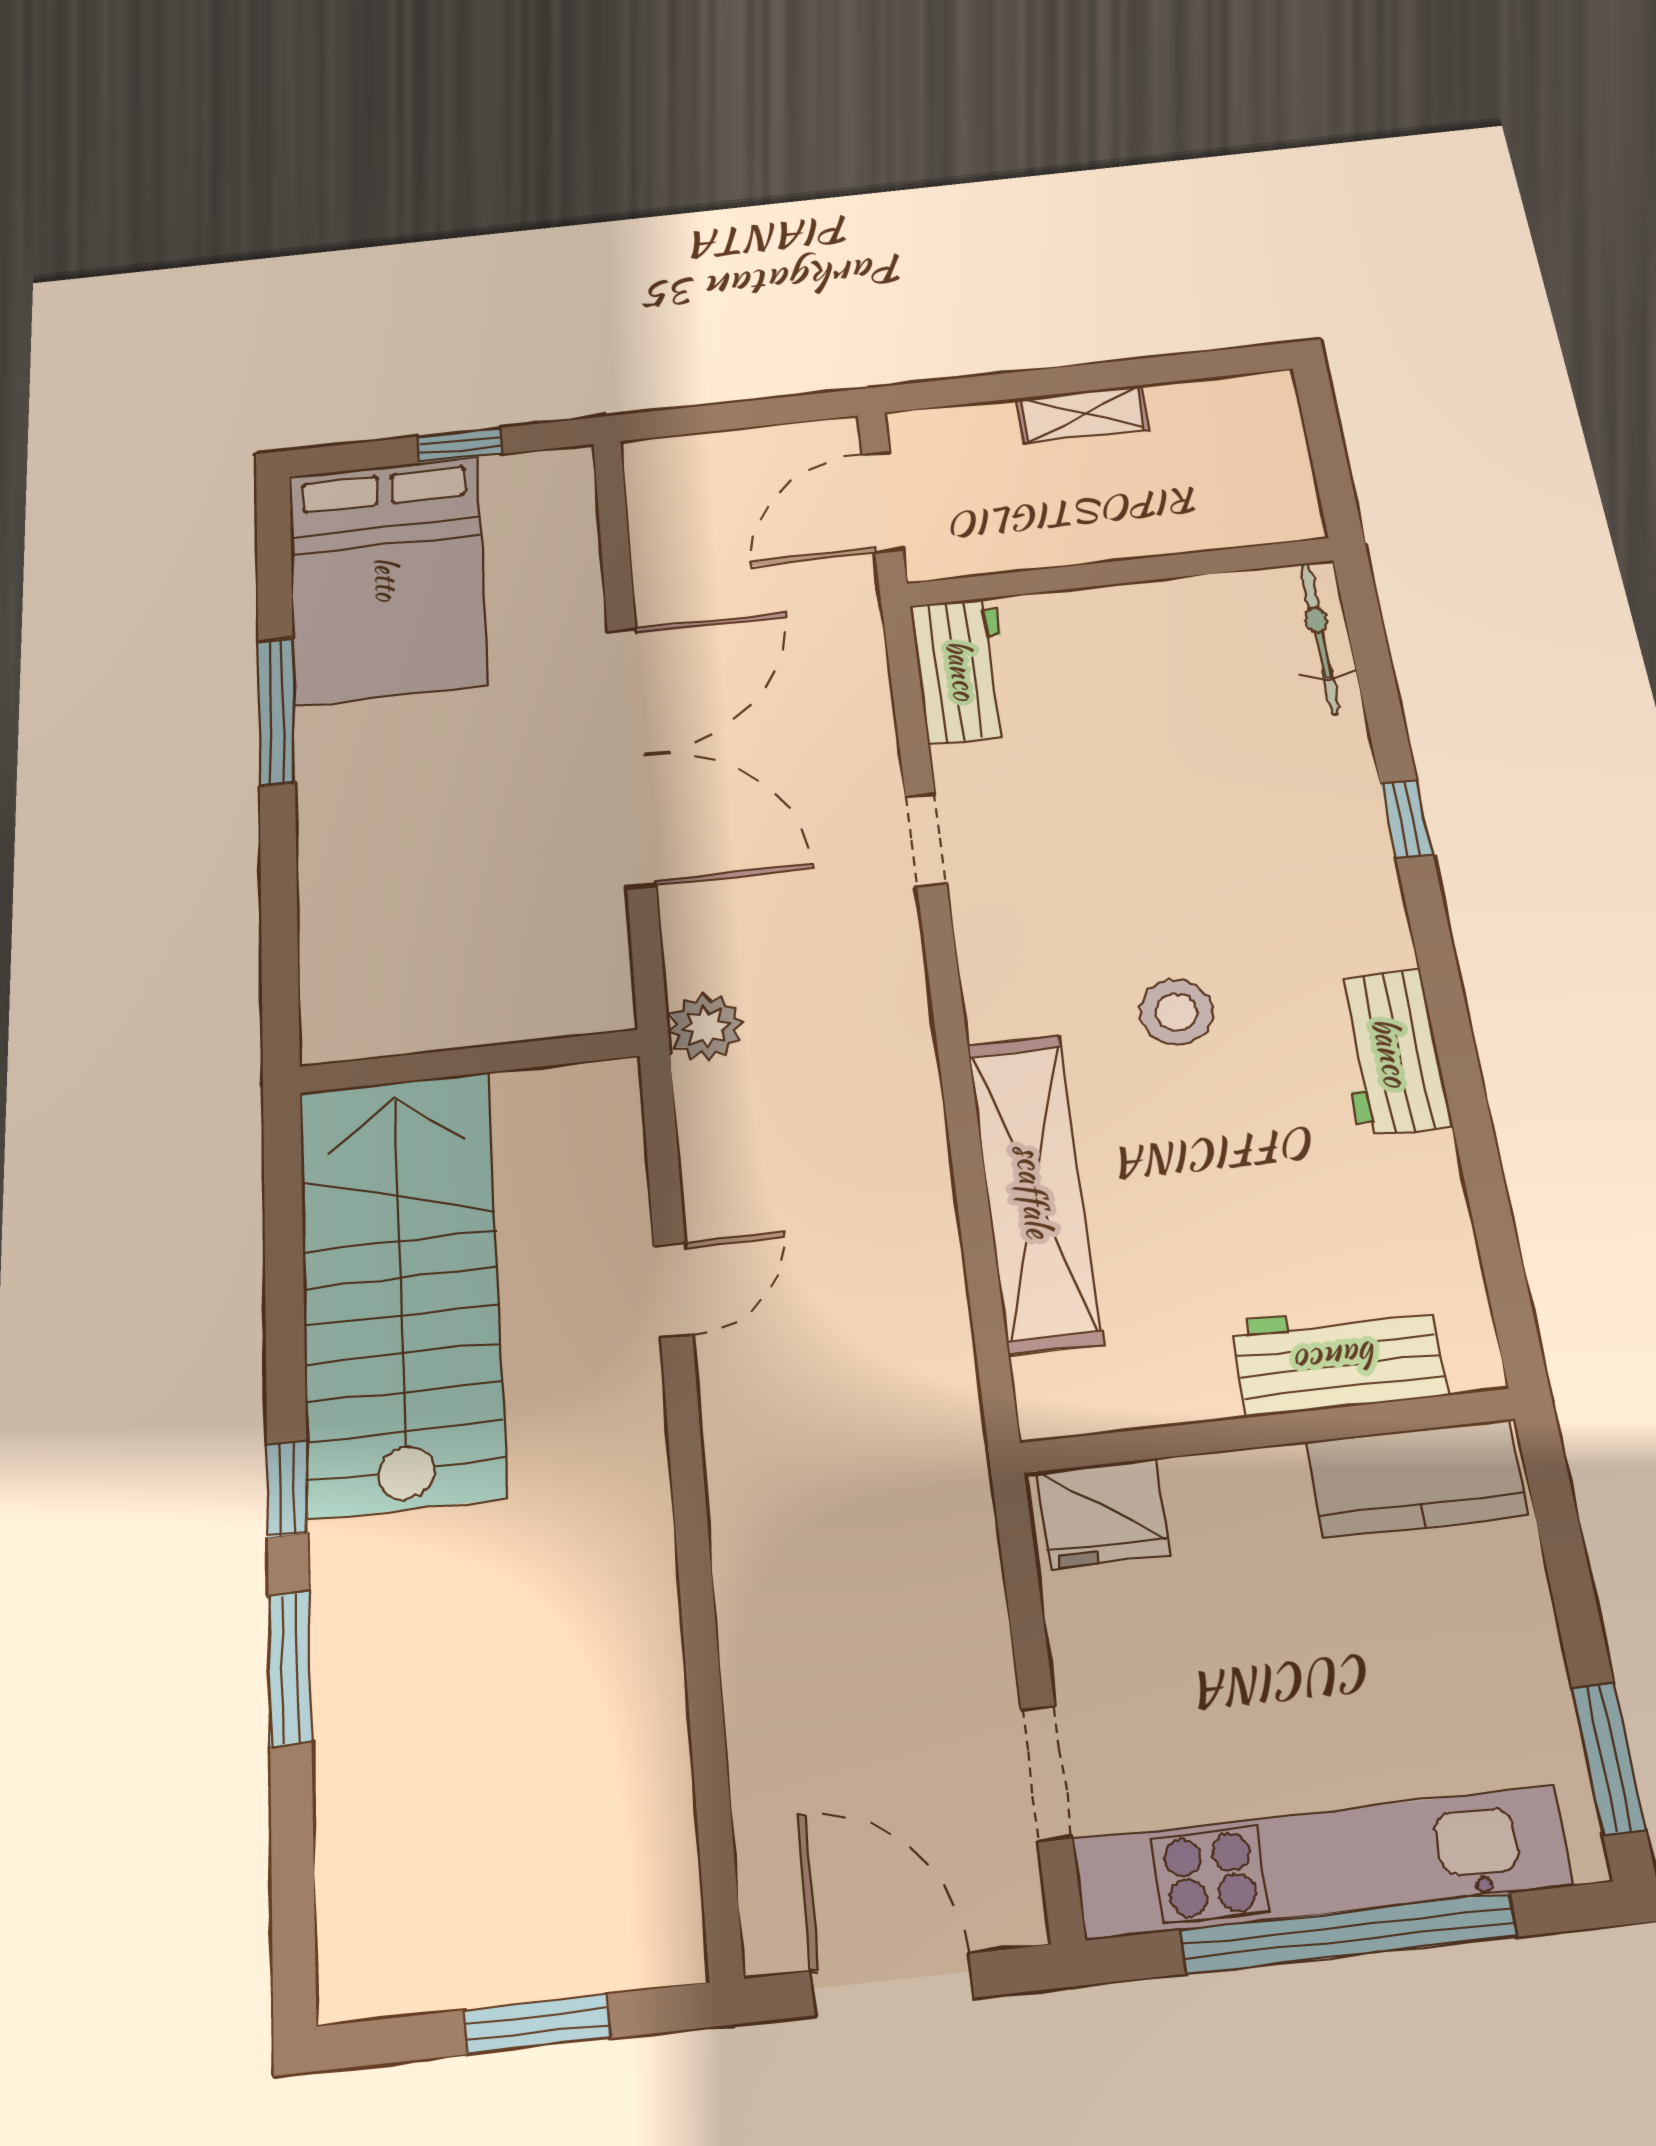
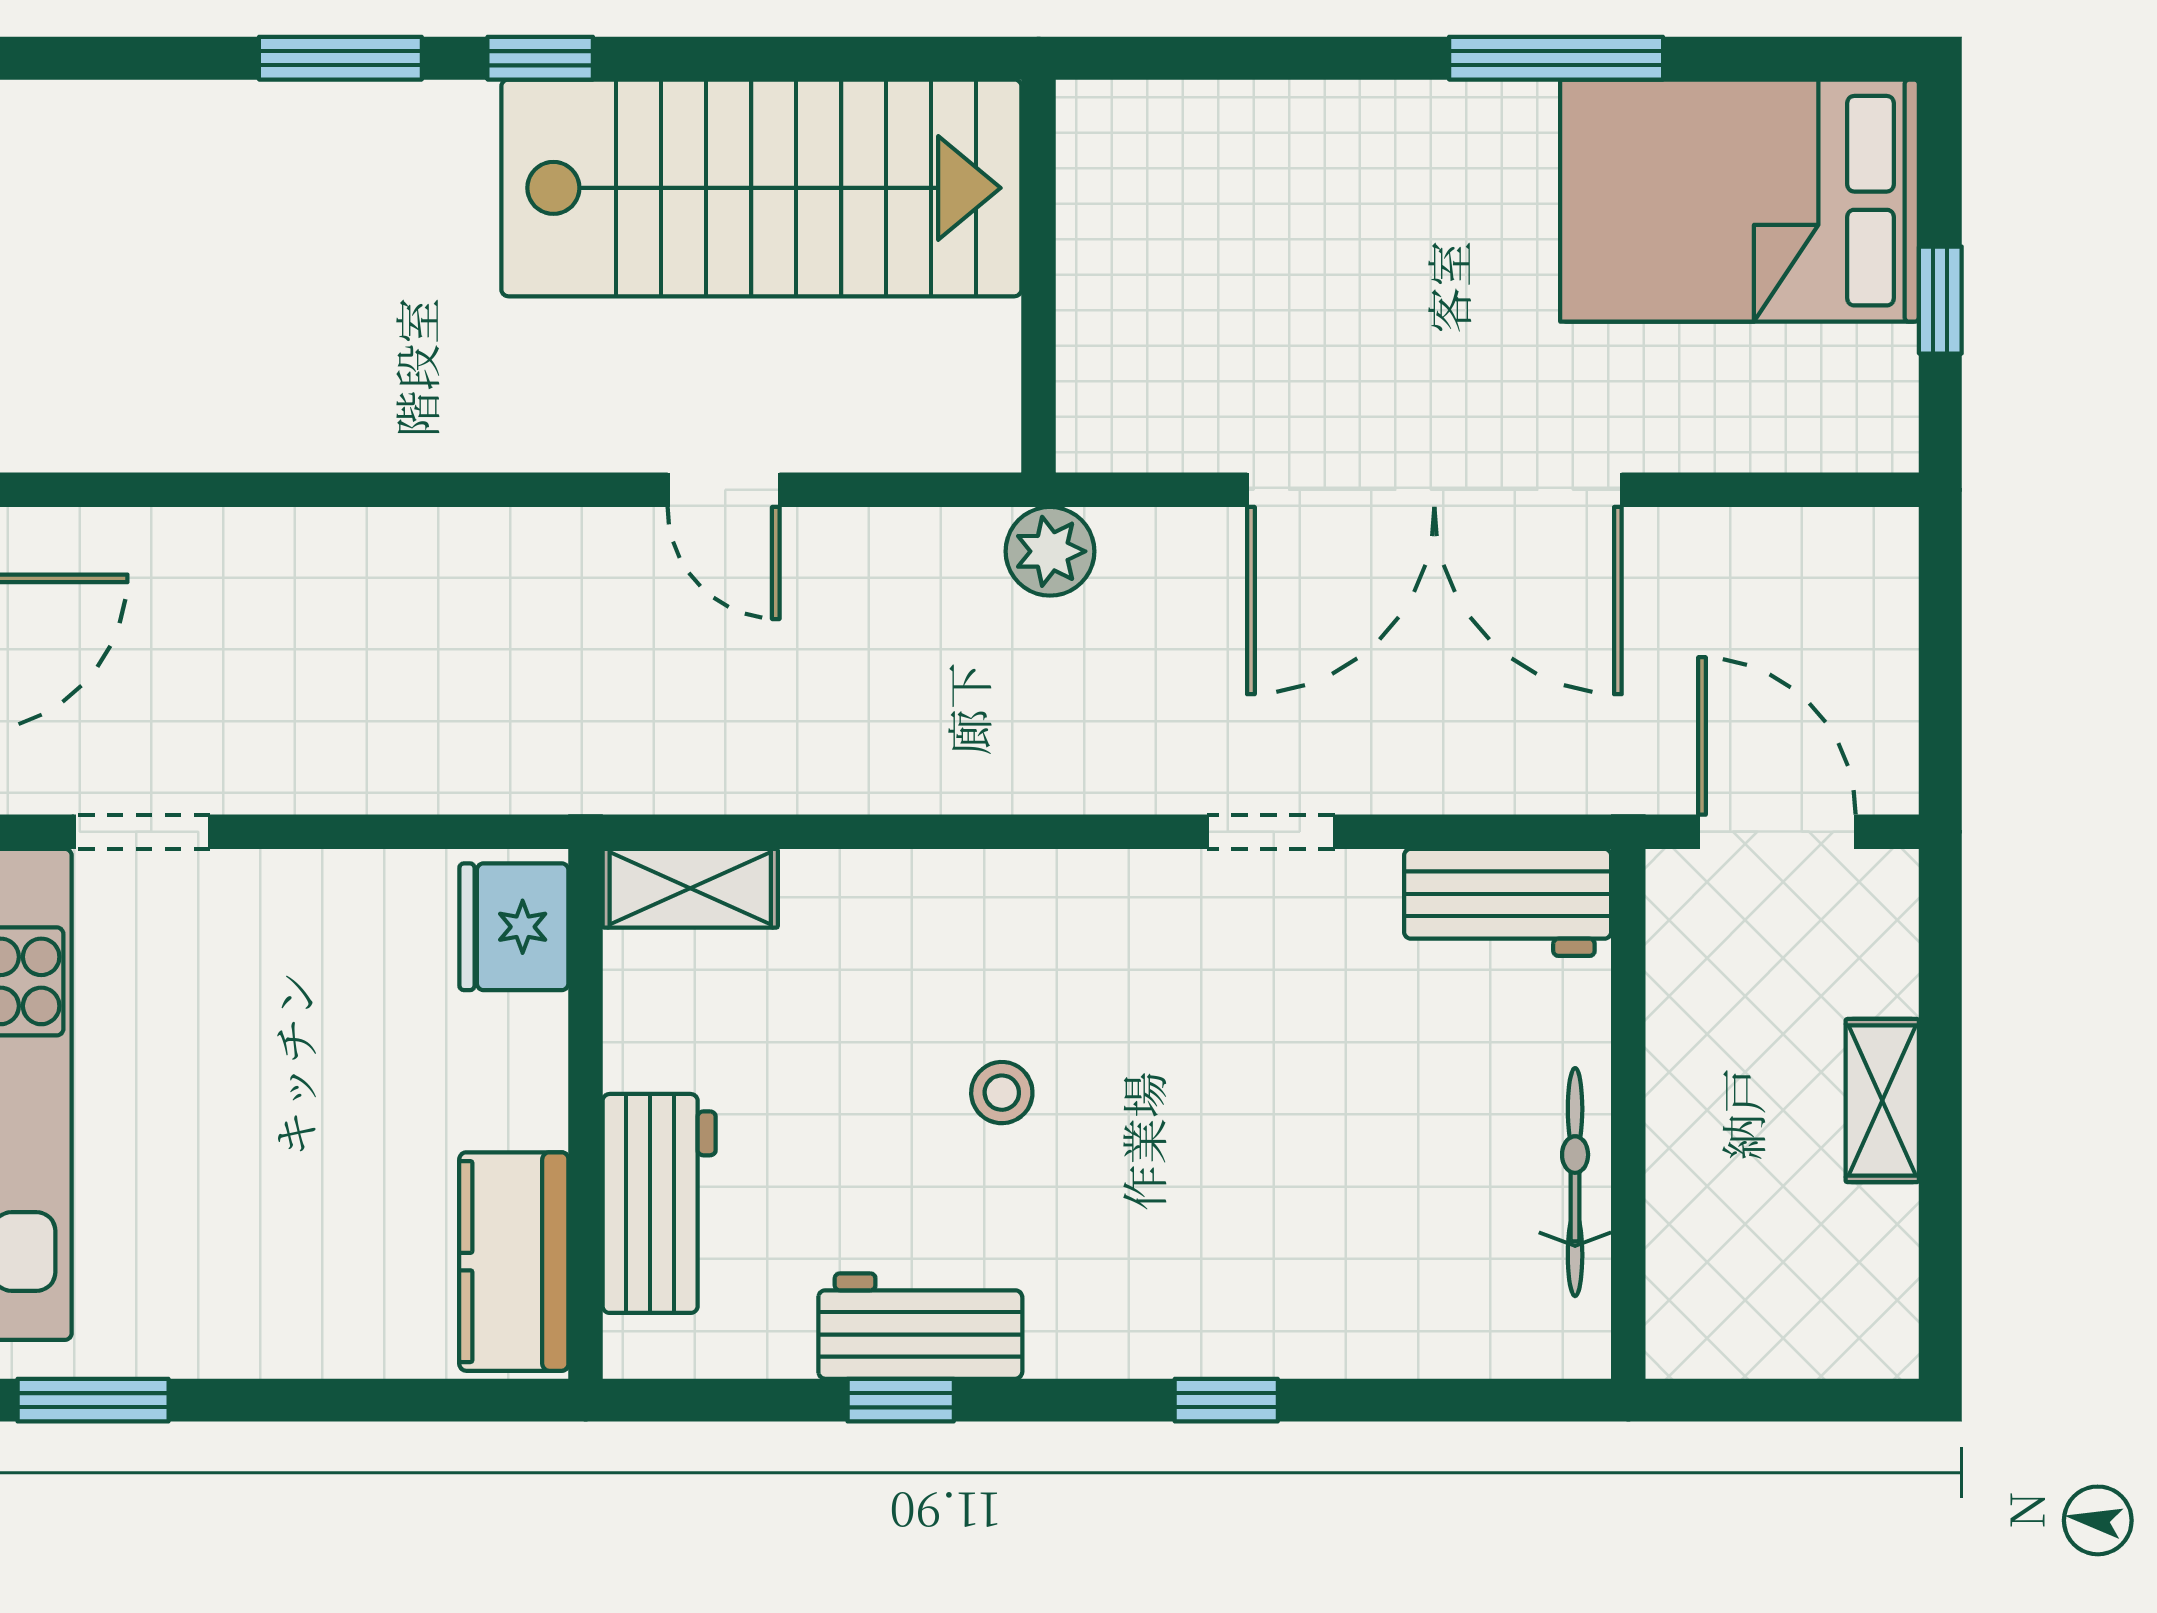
bicycle: (1320, 638) -> (1575, 1182), moved, turned -90
stool: (1177, 1012) -> (1002, 1093), width x0.73, depth x0.73
window: (1458, 1060) -> (901, 1400), added
shelving: (1034, 1191) -> (690, 888), width x0.45, depth x0.75
workbench: (1338, 1358) -> (659, 1203), moved
wall: (1267, 1431) -> (586, 1114), moved
kitchen counter: (1416, 1478) -> (514, 1262), moved
fridge: (1103, 1513) -> (514, 927), moved

